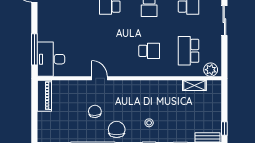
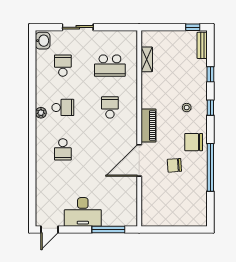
desk: (51, 59) -> (83, 212), moved
plant: (211, 70) -> (130, 42), removed
door: (99, 78) -> (139, 160), width x1.88
piano: (44, 96) -> (149, 125), moved, turned 90

